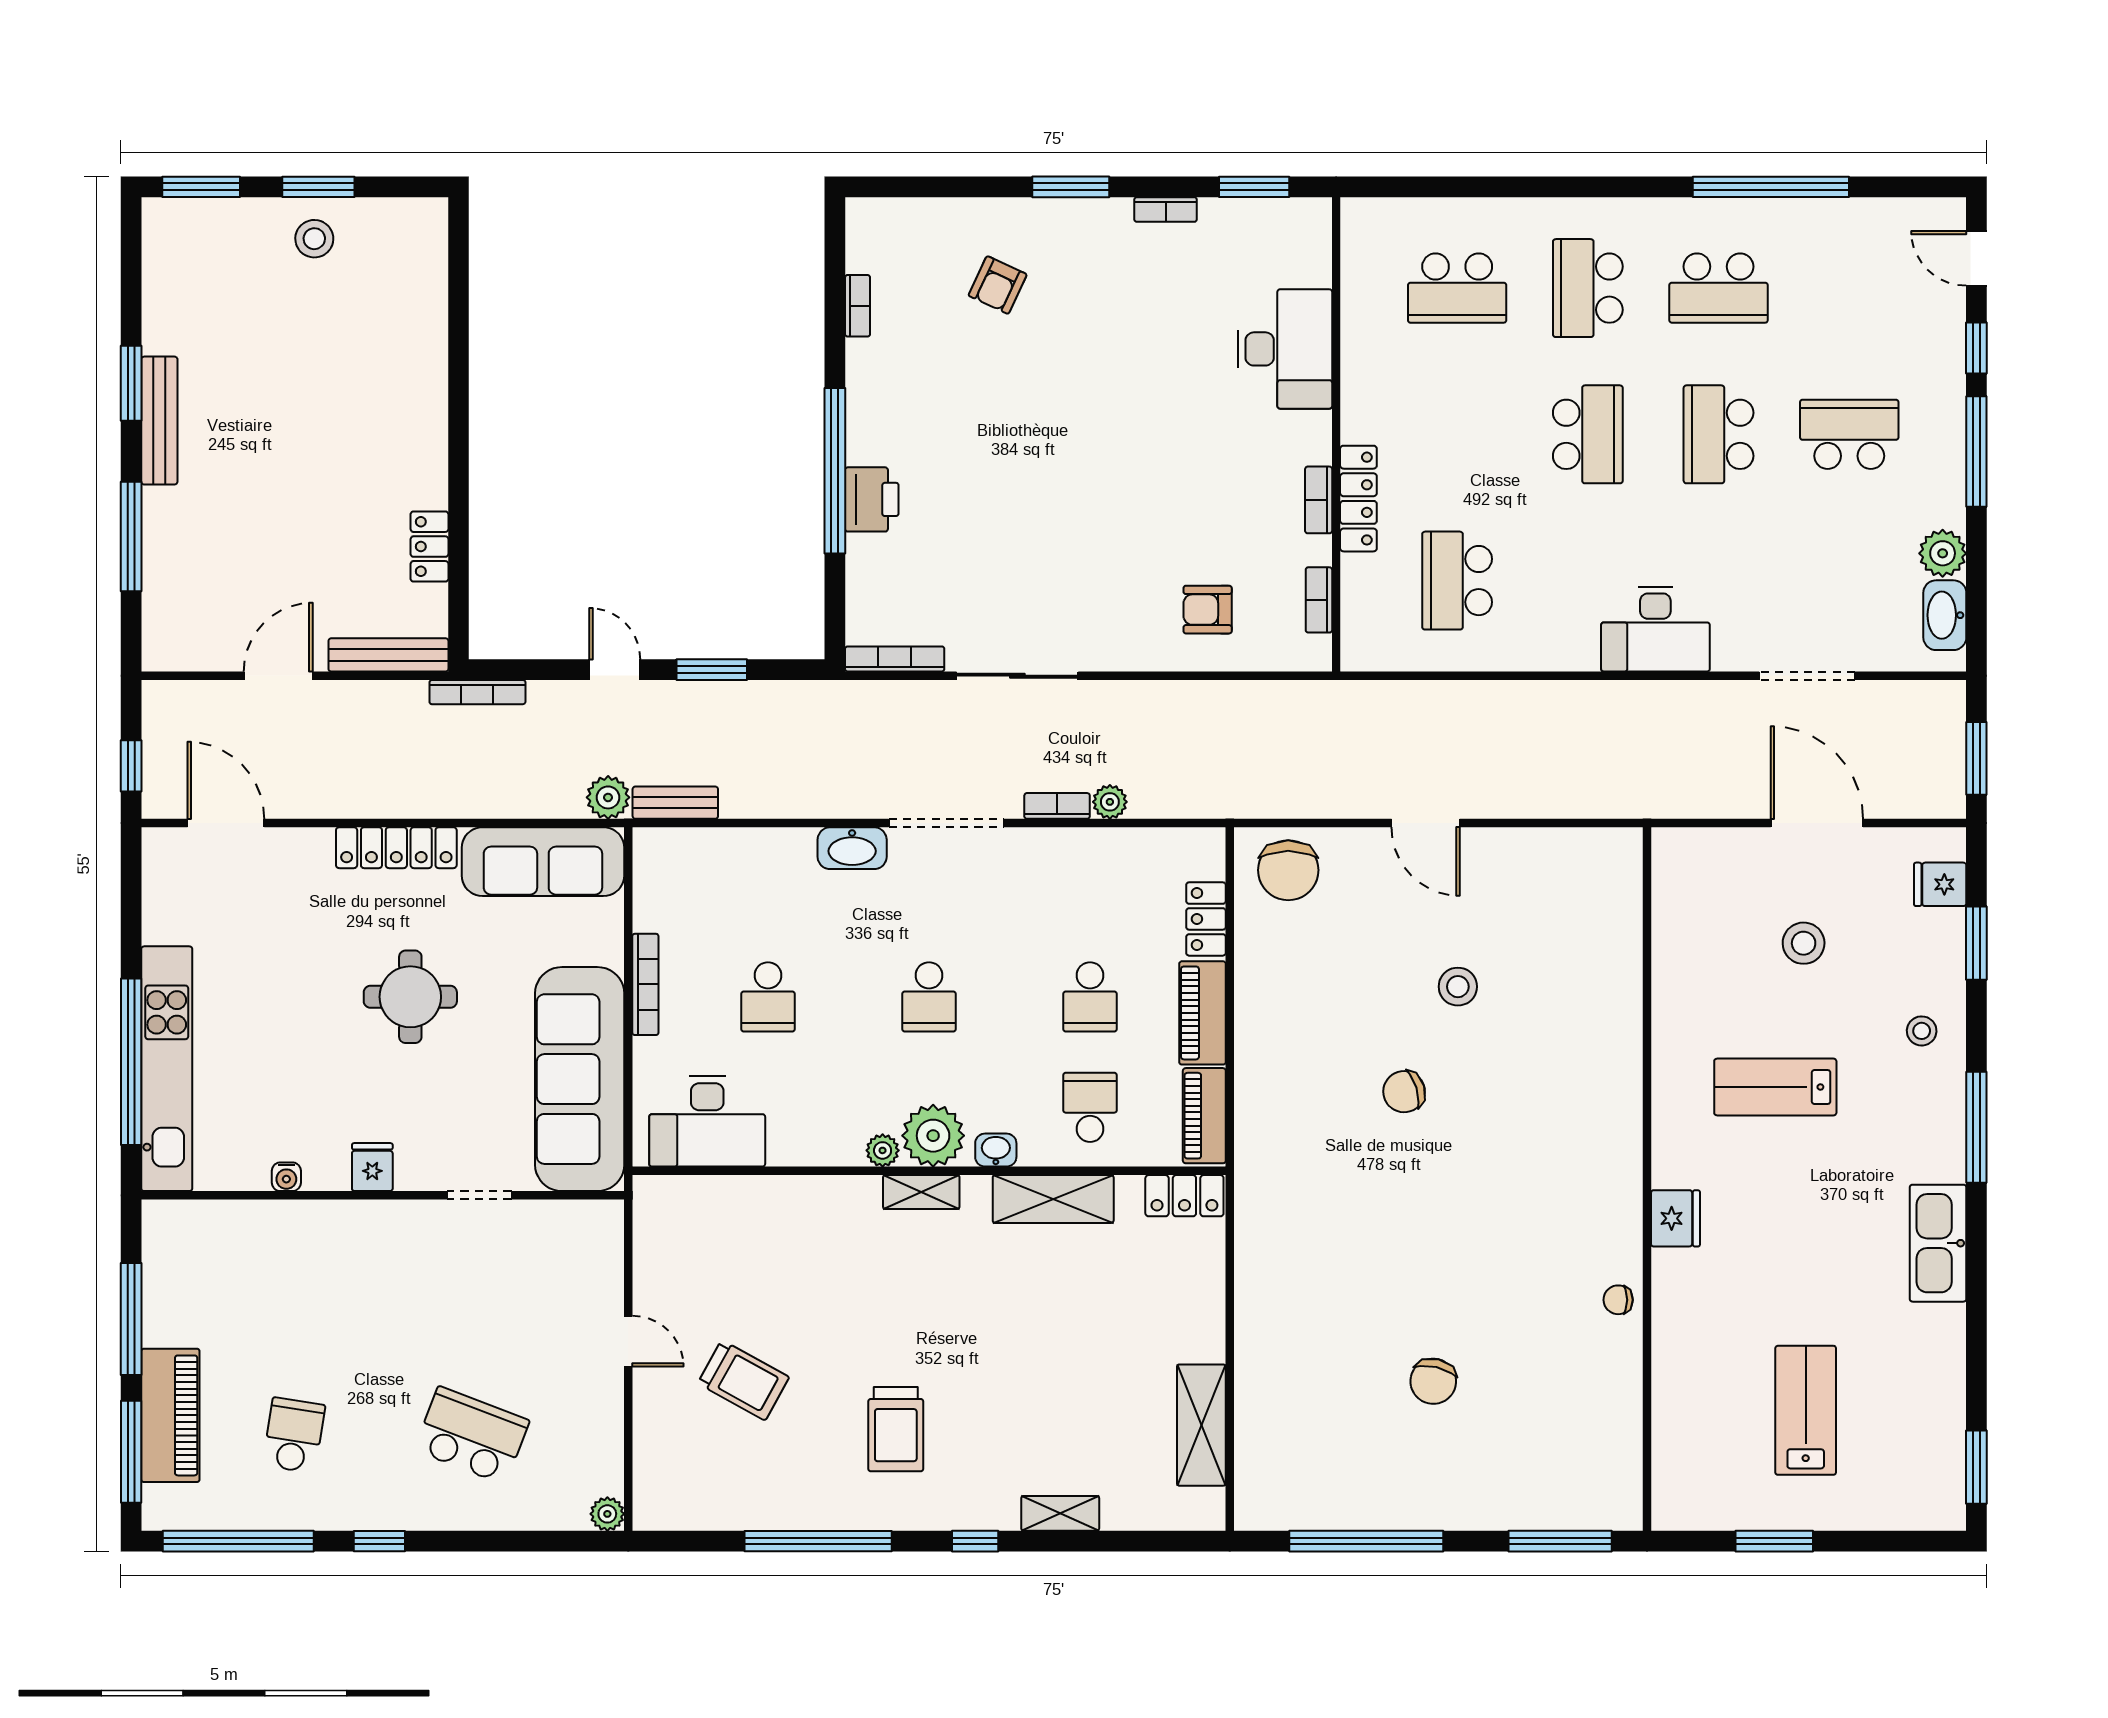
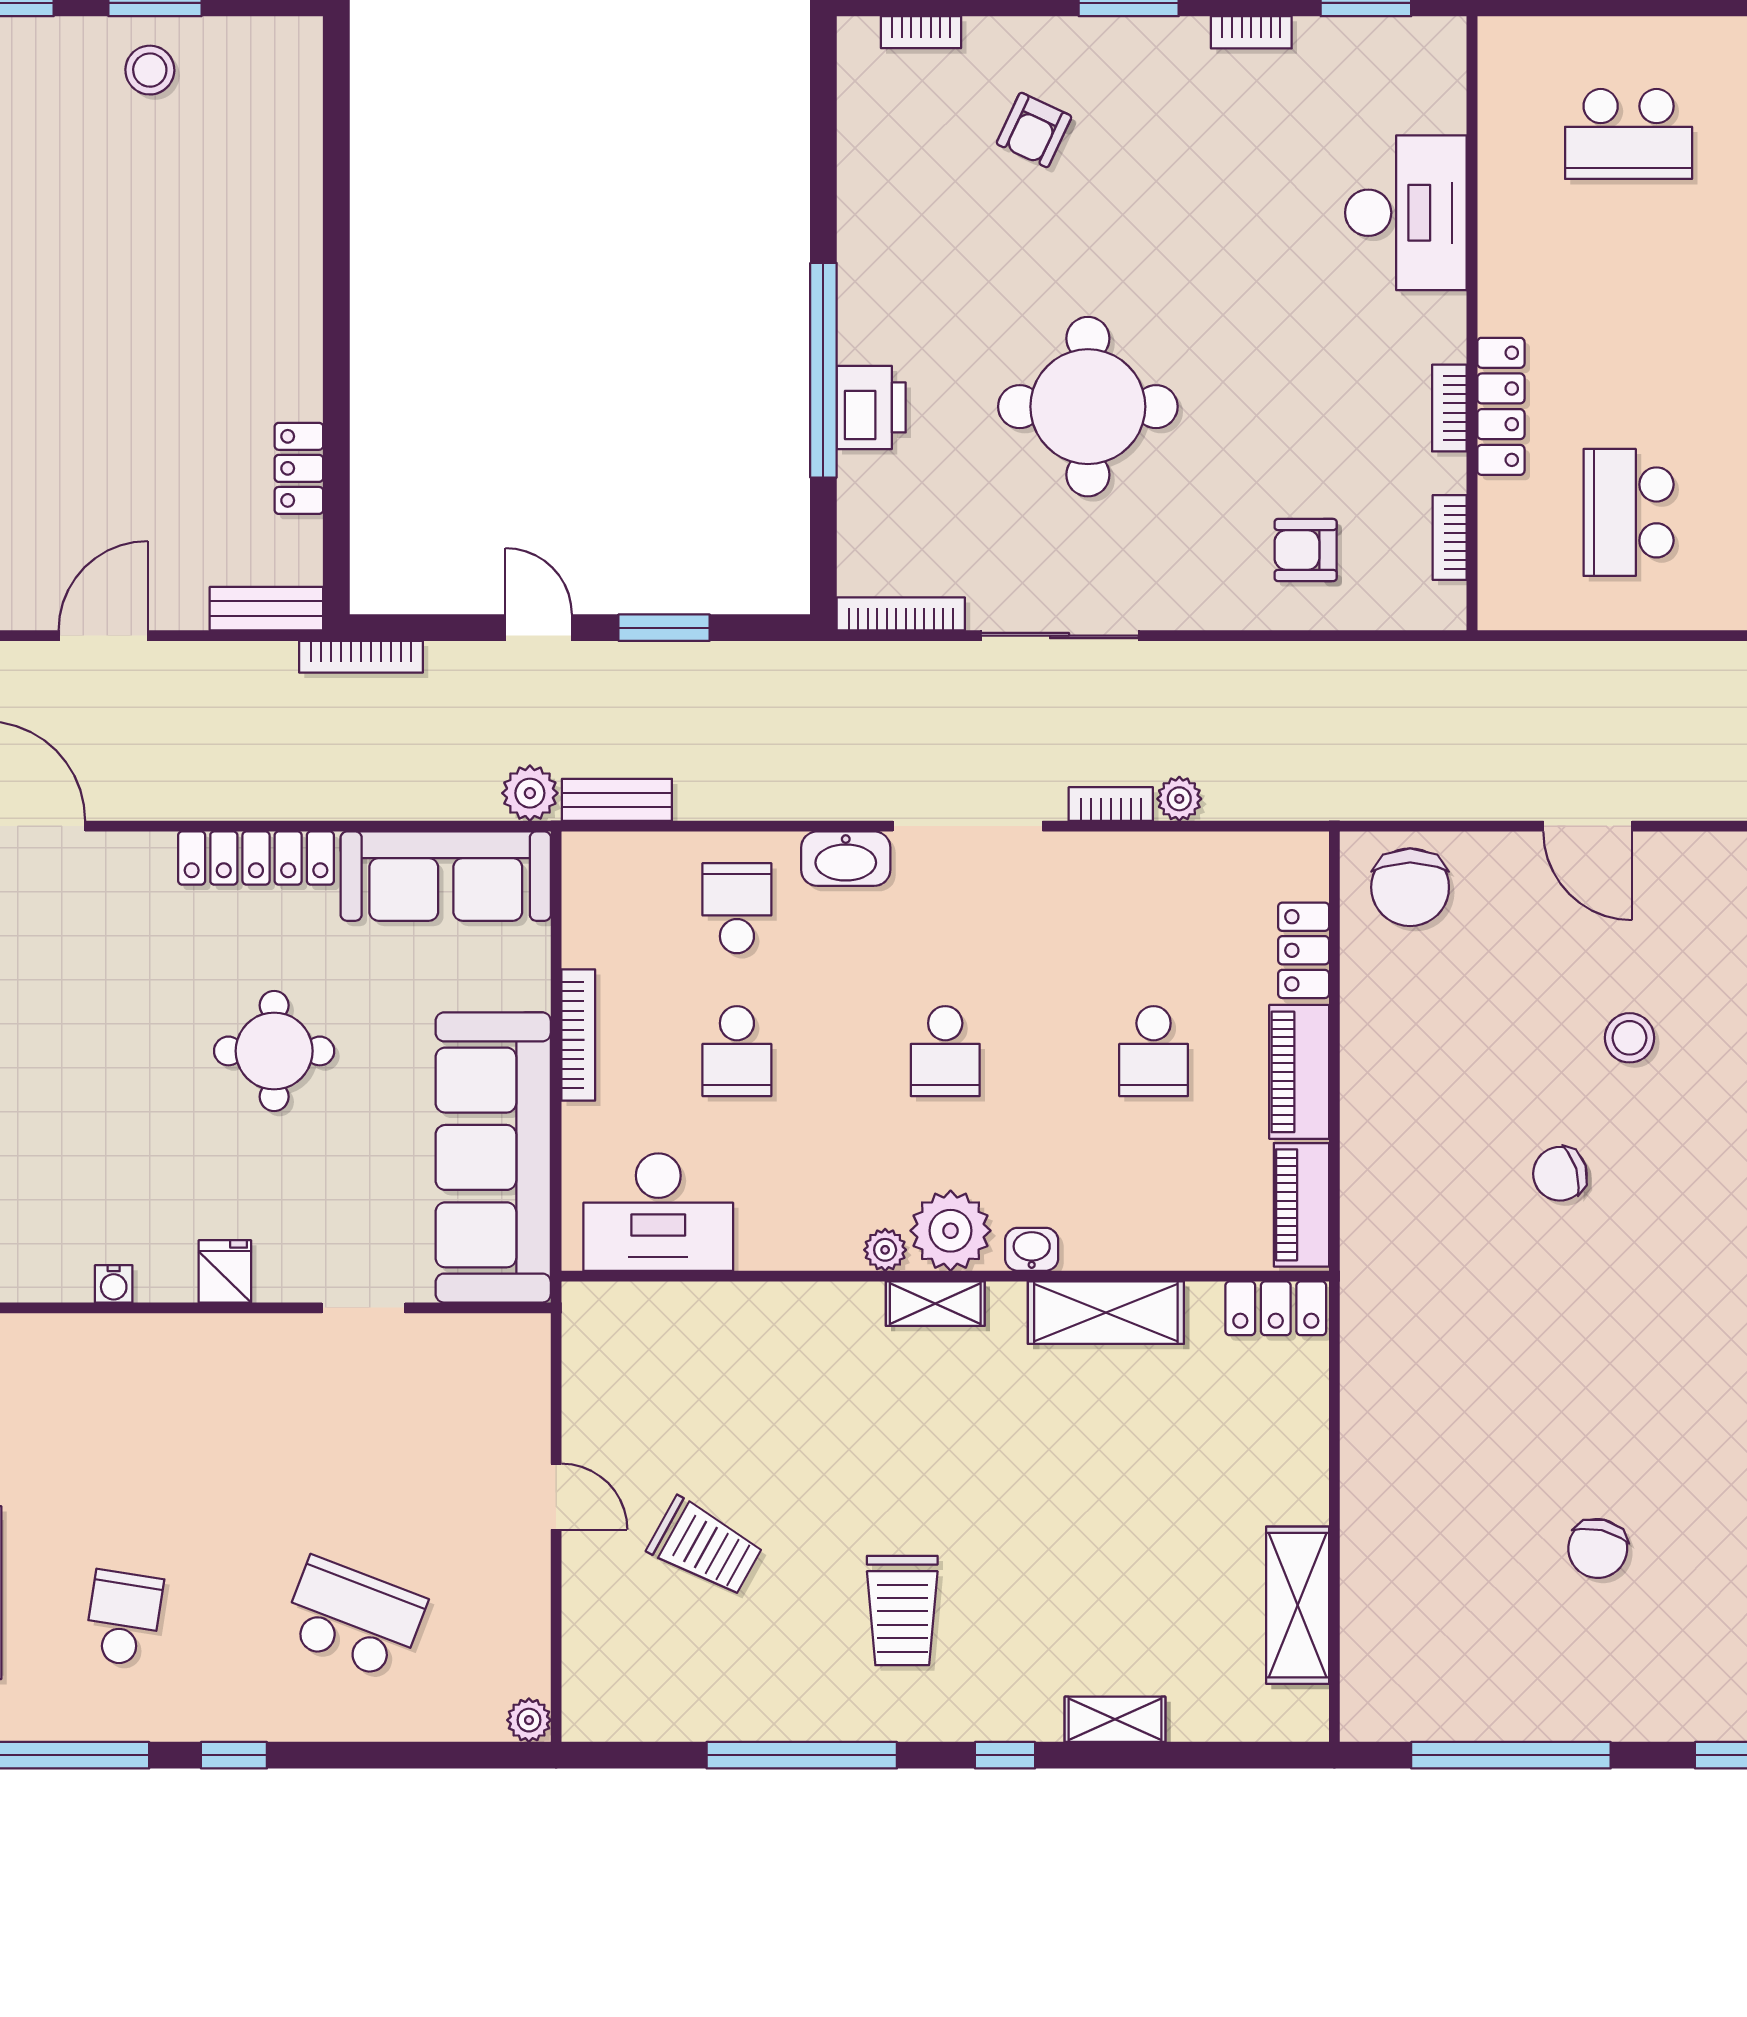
bookcase: (858, 306) -> (921, 32), moved, turned 90
round table: (1039, 499) -> (1088, 407), added
bench: (388, 655) -> (266, 609), width x0.73
school desk: (1090, 1107) -> (737, 908), moved

